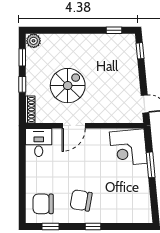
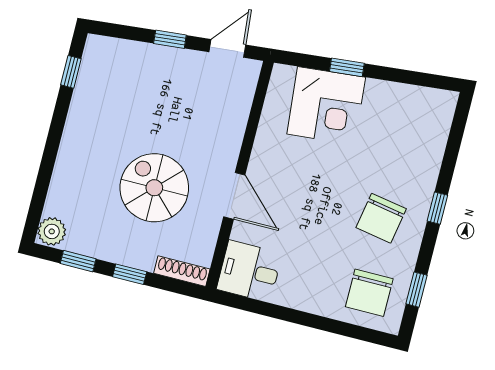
window: (140, 51) -> (170, 39), moved
corner desk: (128, 148) -> (326, 106), moved
window: (151, 165) -> (347, 67), width x0.67

